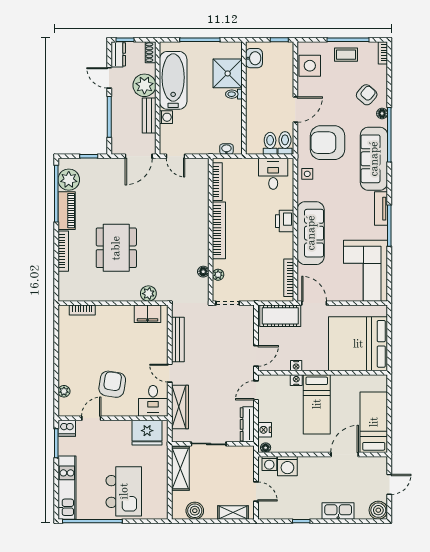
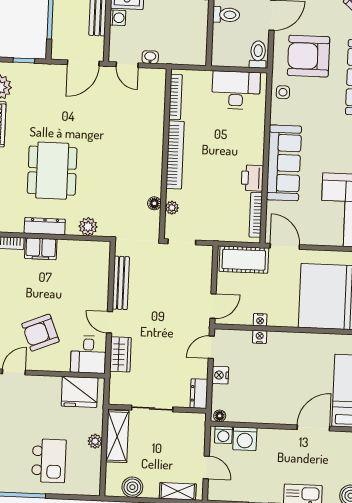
toilet: (270, 143) -> (226, 15), moved, turned 90
washbasin: (226, 149) -> (150, 57), moved
desk: (273, 174) -> (236, 90), width x1.37
printer: (285, 221) -> (252, 178), moved
dresser: (112, 295) -> (45, 226), added
filing cabinet: (148, 314) -> (41, 249), moved
armchair: (112, 384) -> (40, 333), turned -121
bed: (317, 404) -> (283, 367), removed
wardrobe: (180, 407) -> (120, 354), width x0.67
dresser: (247, 424) -> (199, 394), width x0.70
nightstand: (265, 430) -> (220, 375), moved
plant: (162, 473) -> (95, 441), added
kitchen island: (124, 491) -> (49, 461), width x0.73, depth x0.78

